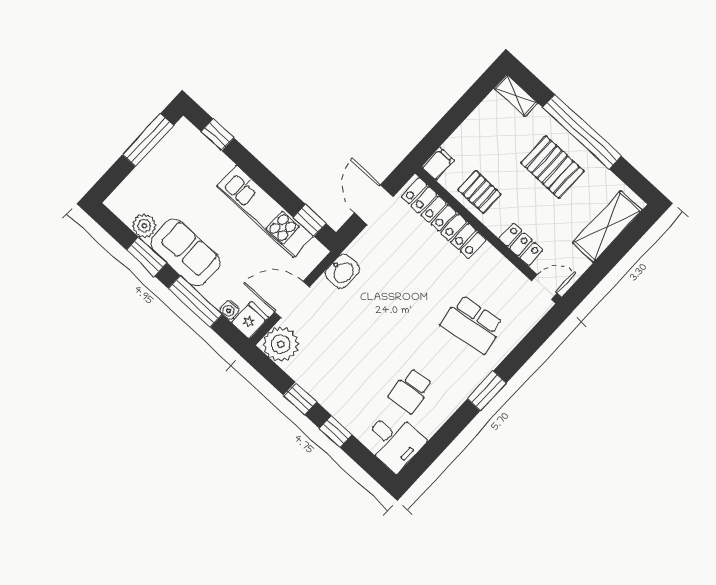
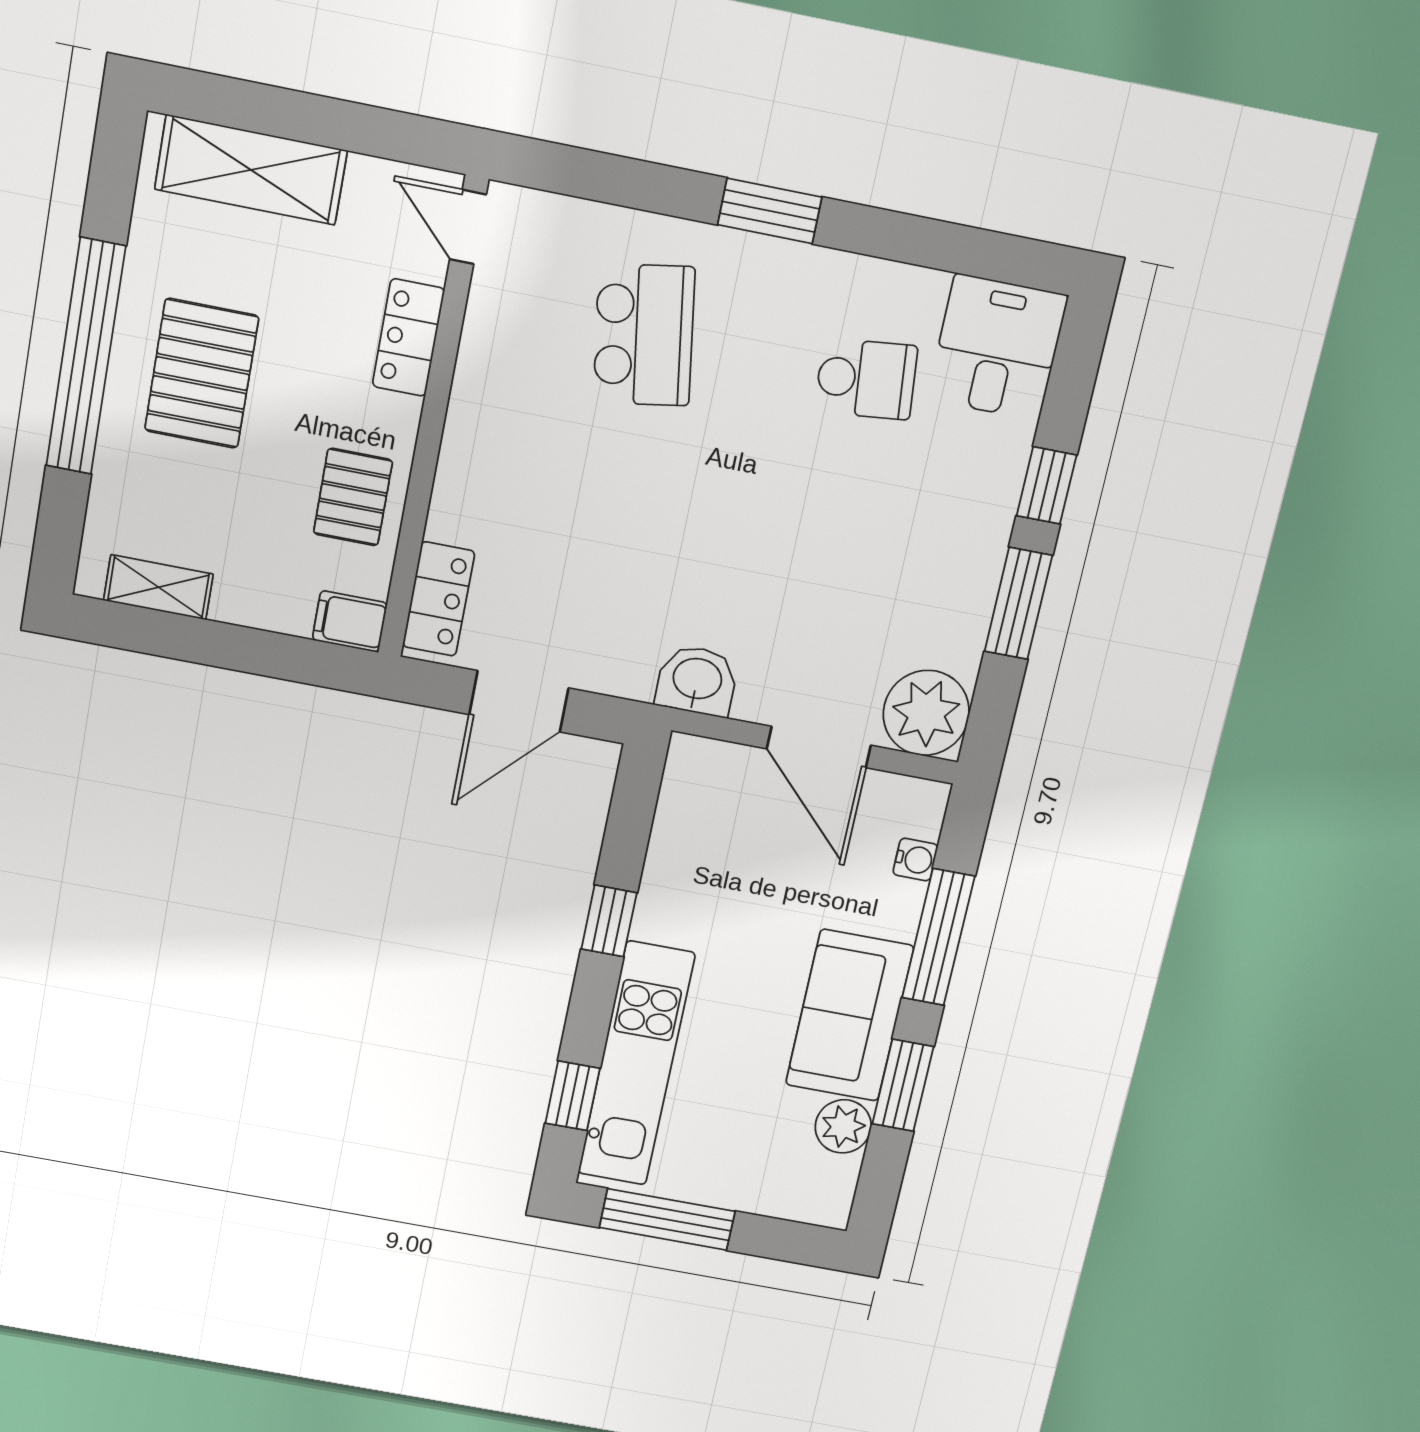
shelving: (516, 95) -> (158, 587), moved, turned 90
kitchen unit: (265, 211) -> (636, 1064), moved
locker: (444, 218) -> (439, 599), width x0.46, depth x0.83
window: (310, 220) -> (609, 921), moved
fridge: (250, 320) -> (912, 805), removed
window: (300, 399) -> (1018, 603), width x1.50

